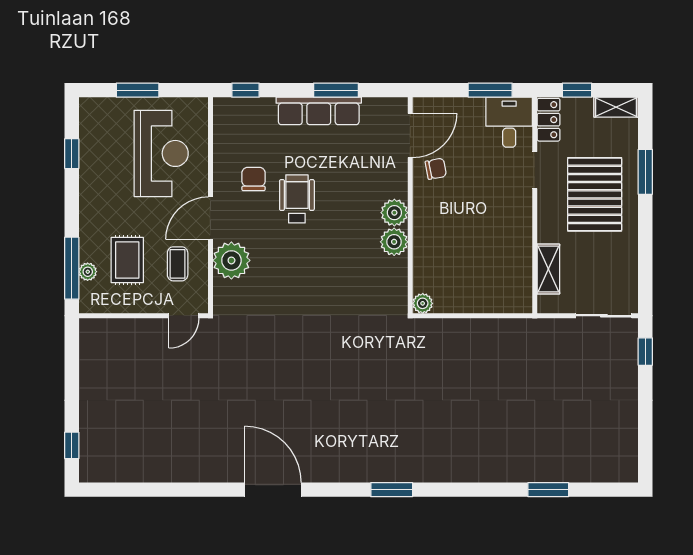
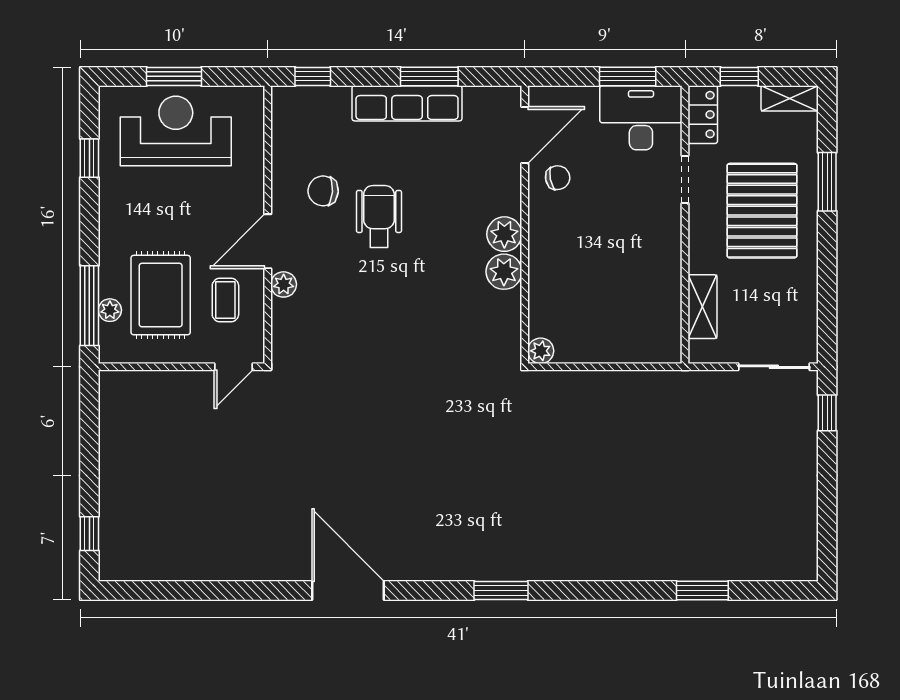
desk: (509, 122) -> (641, 118), width x1.37
reception desk: (161, 153) -> (176, 131), moved, turned -90
chair: (254, 179) -> (323, 191), turned -86
rug: (127, 260) -> (161, 295), width x1.36, depth x1.43
plant: (231, 260) -> (284, 284), width x0.53, depth x0.53

